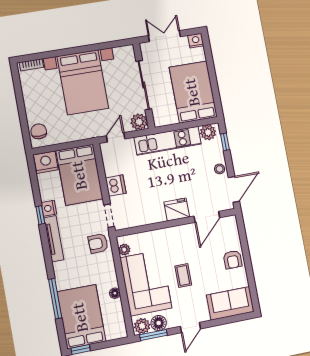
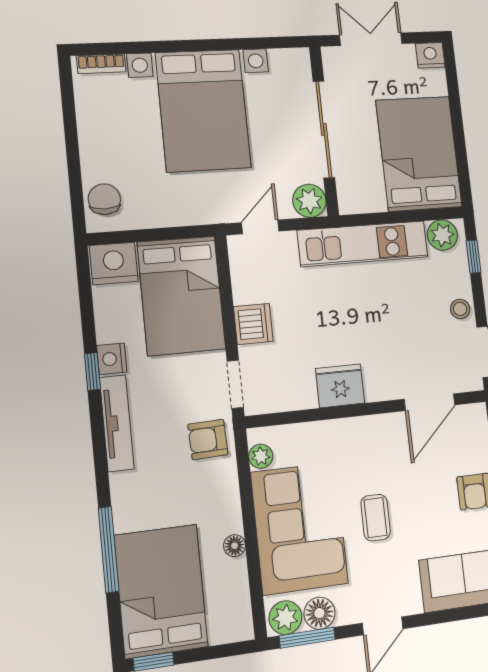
fridge: (177, 210) -> (340, 386), moved

